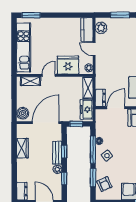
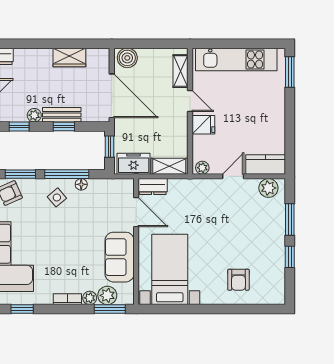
fridge: (68, 65) -> (203, 125), width x0.53, depth x0.75

